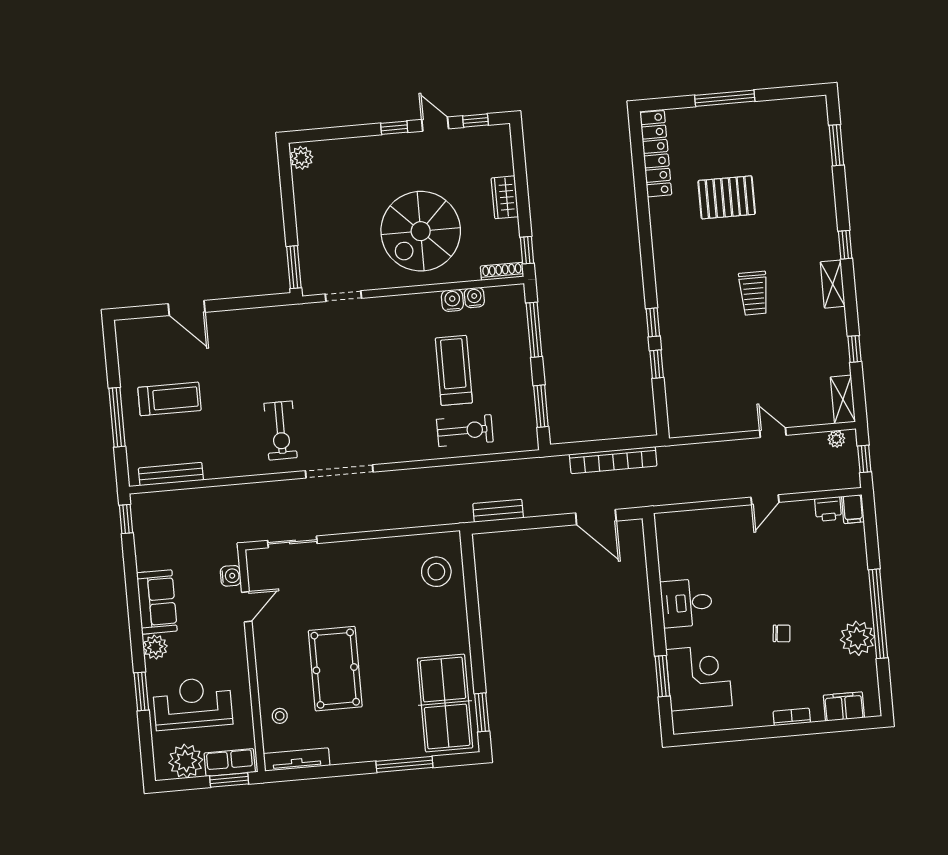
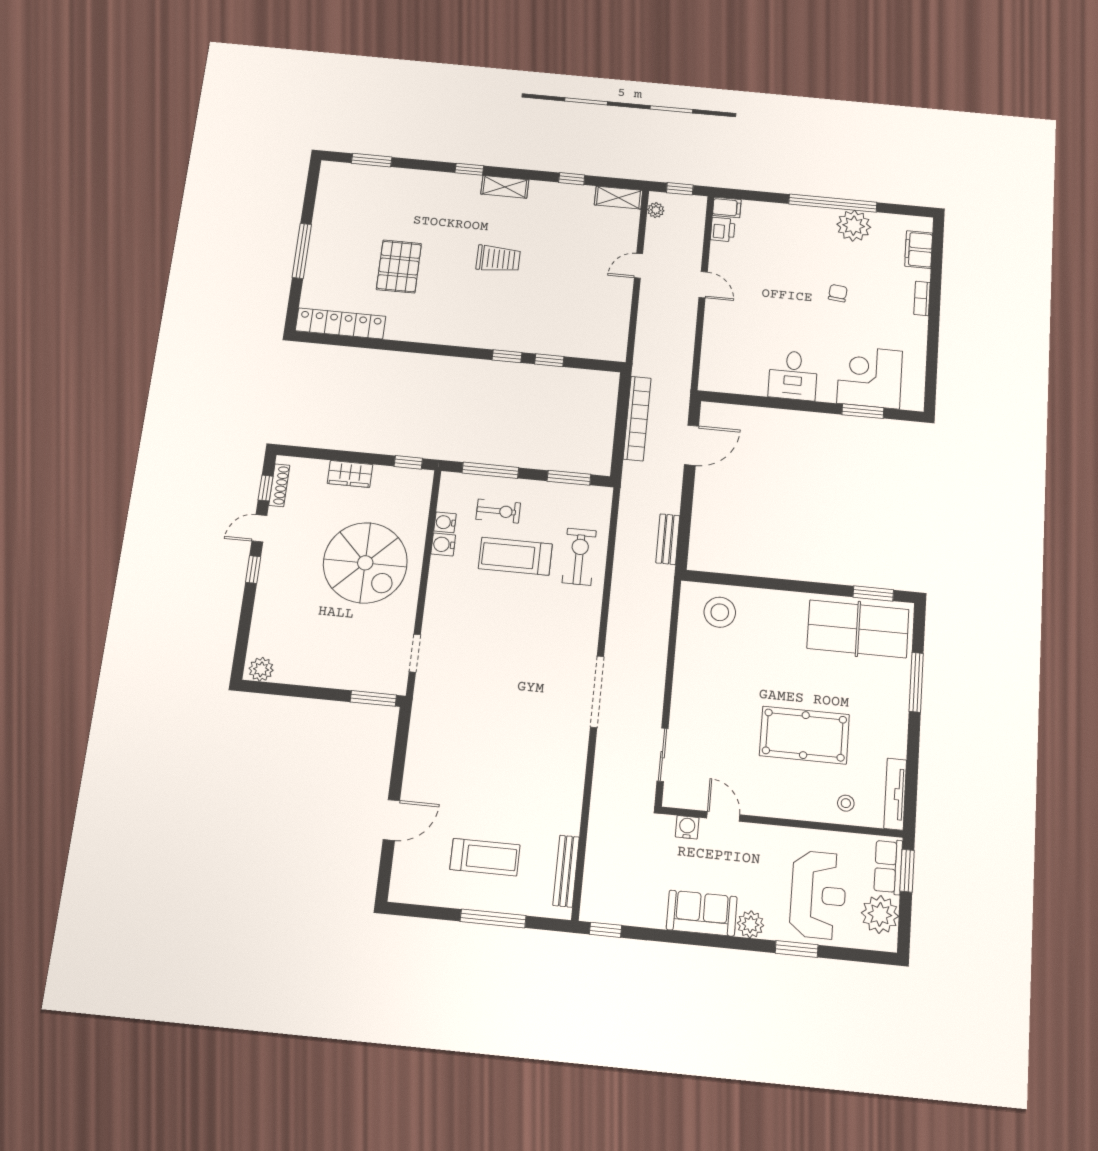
shoe rack: (502, 271) -> (279, 485), moved, turned 180
treadmill: (169, 399) -> (485, 857), turned 90
exercise bike: (281, 431) -> (498, 511), moved, width x0.73, depth x0.72
reception desk: (193, 703) -> (818, 895), turned 180

